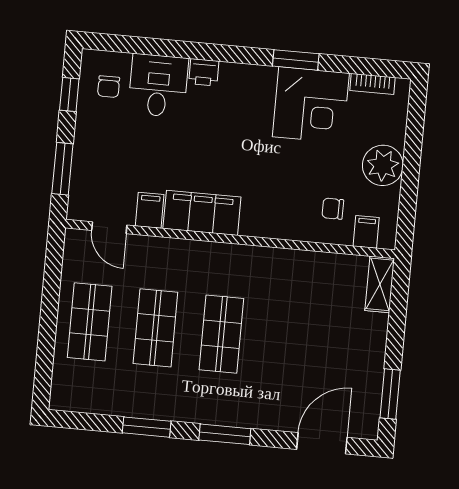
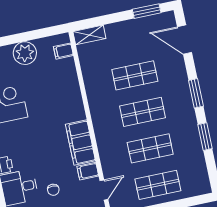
chair: (333, 209) -> (53, 190), moved
shop shelf: (287, 340) -> (135, 75), added

